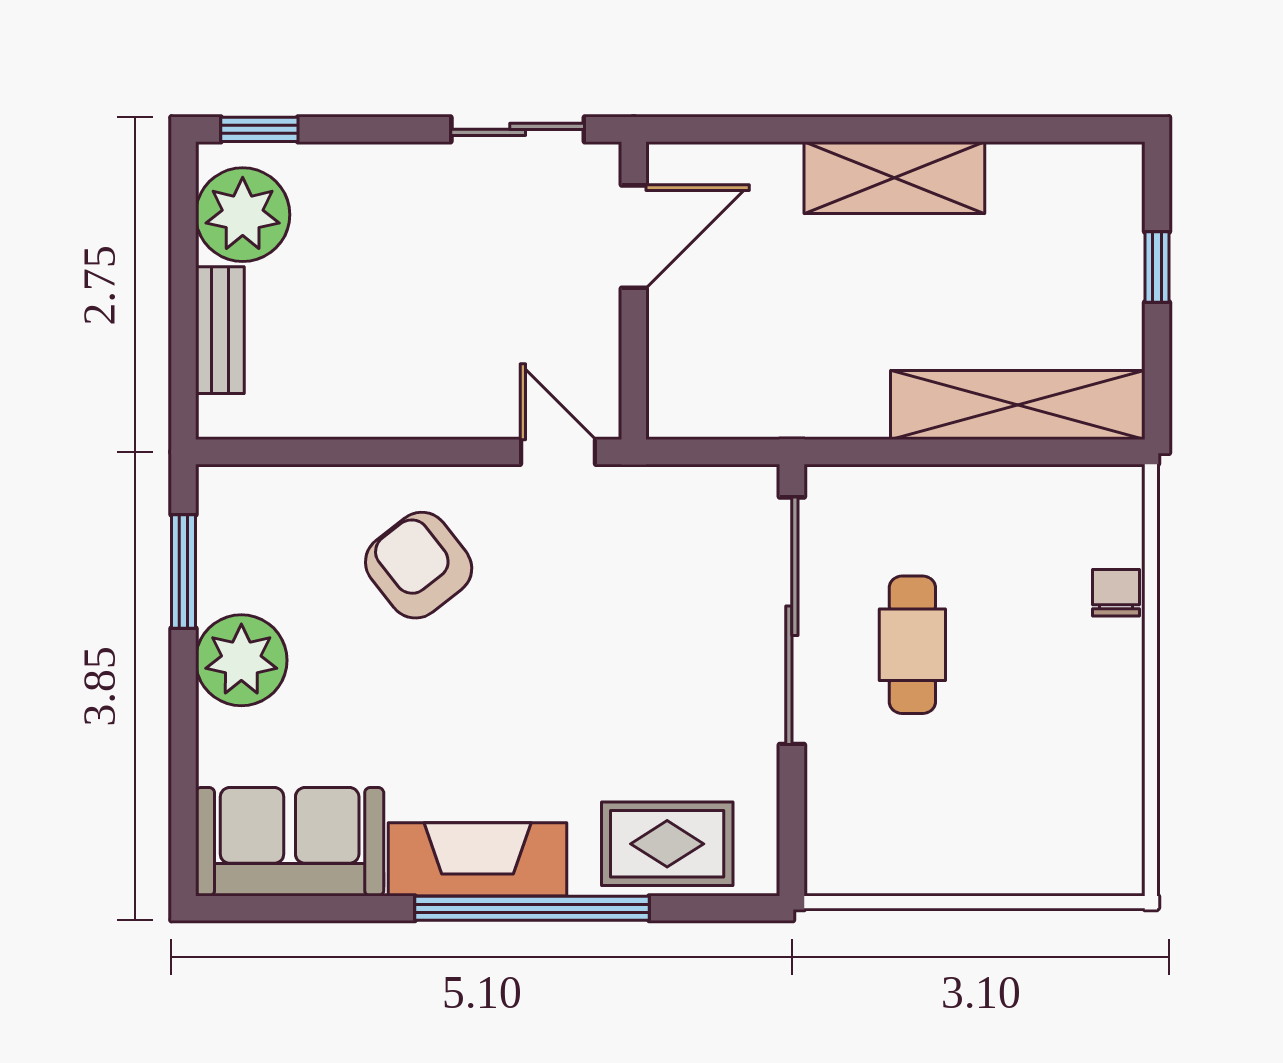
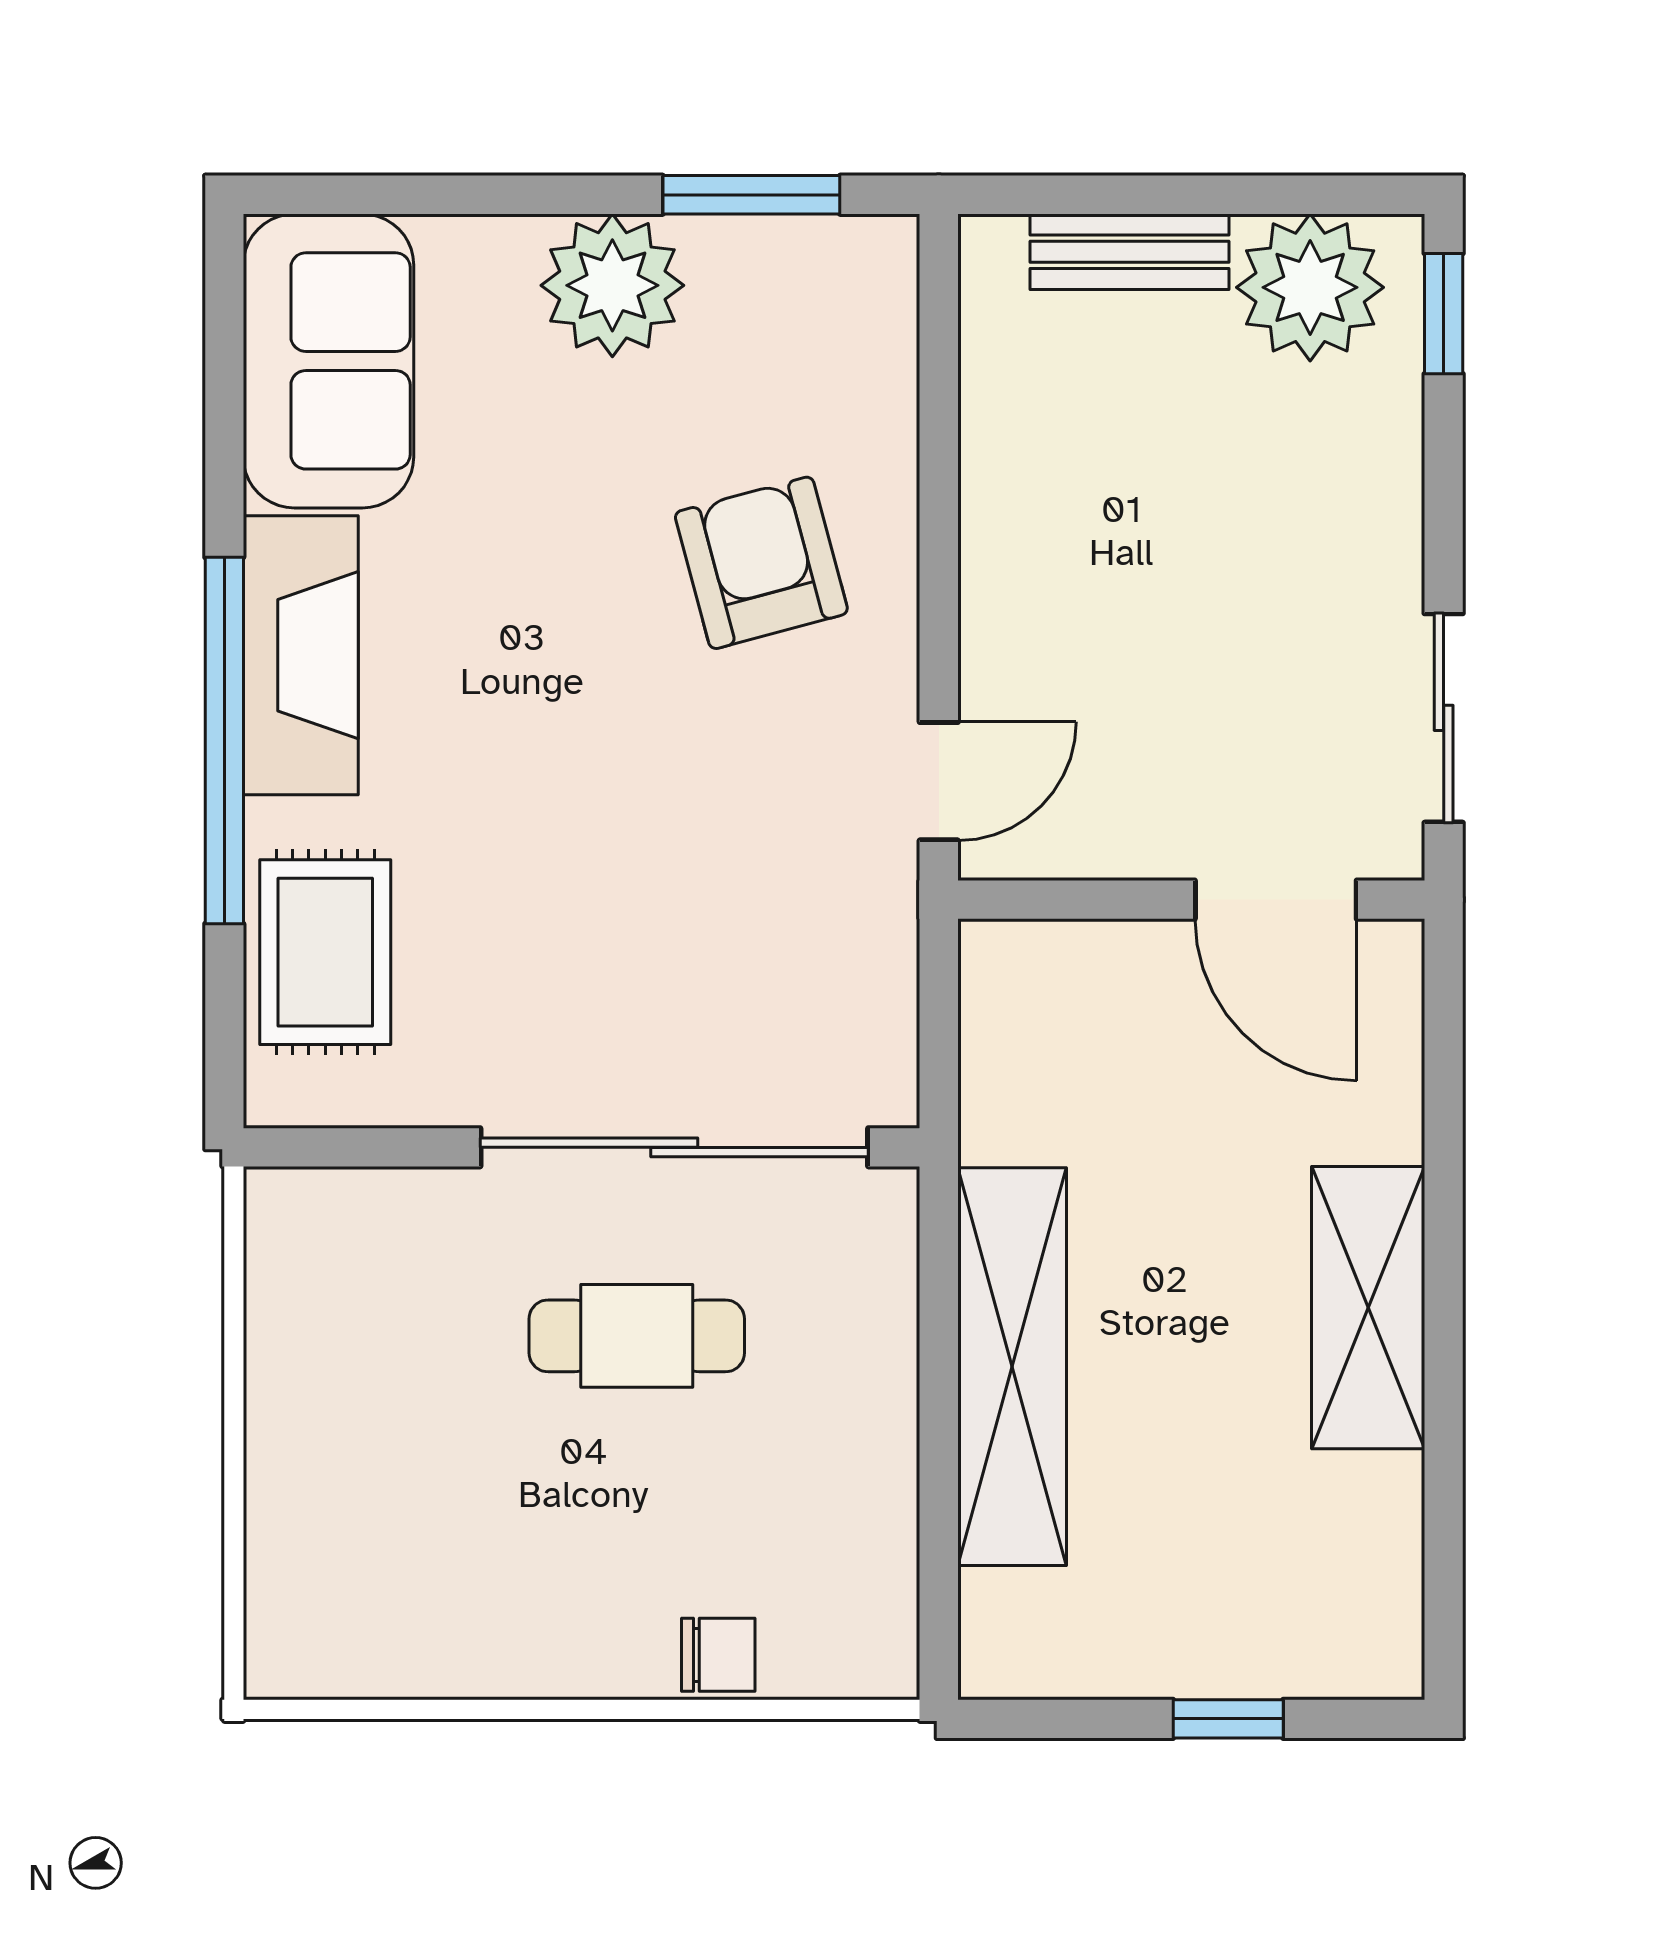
shelving: (1018, 405) -> (1012, 1367), moved
armchair: (419, 565) -> (761, 563), turned -67

